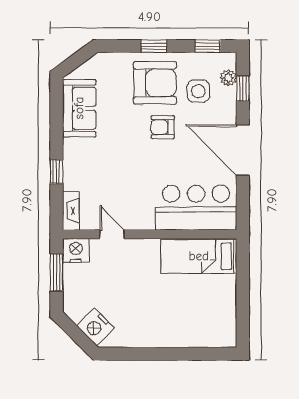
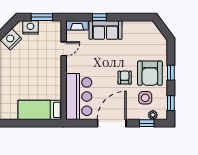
sofa: (79, 108) -> (105, 30), moved
nightstand: (76, 250) -> (30, 27), moved, turned -90
bed: (199, 256) -> (40, 110), moved, turned -90

